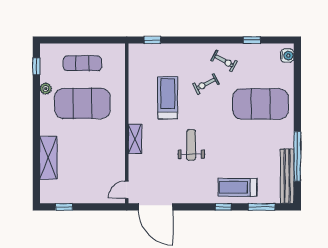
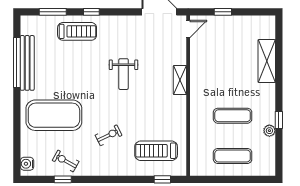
exercise bike: (224, 61) -> (66, 161), moved
window: (36, 66) -> (279, 120), moved
treadmill: (168, 98) -> (156, 151), moved, turned 90
exercise mat: (82, 103) -> (233, 116), width x0.50, depth x0.69
bench: (287, 176) -> (27, 63), moved
window: (64, 207) -> (223, 12), moved

